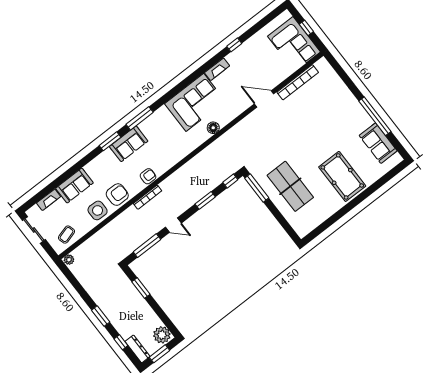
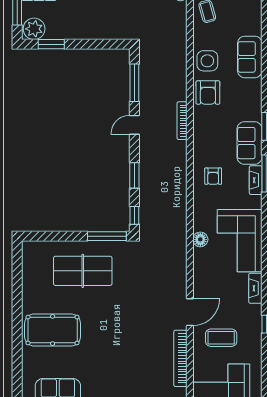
coffee table: (265, 67) -> (221, 338), added
armchair: (148, 176) -> (213, 176), moved
fireplace: (49, 200) -> (256, 180), moved
window: (141, 288) -> (51, 44), moved

